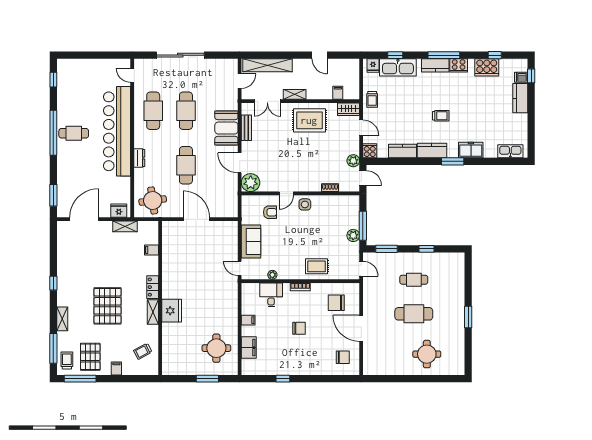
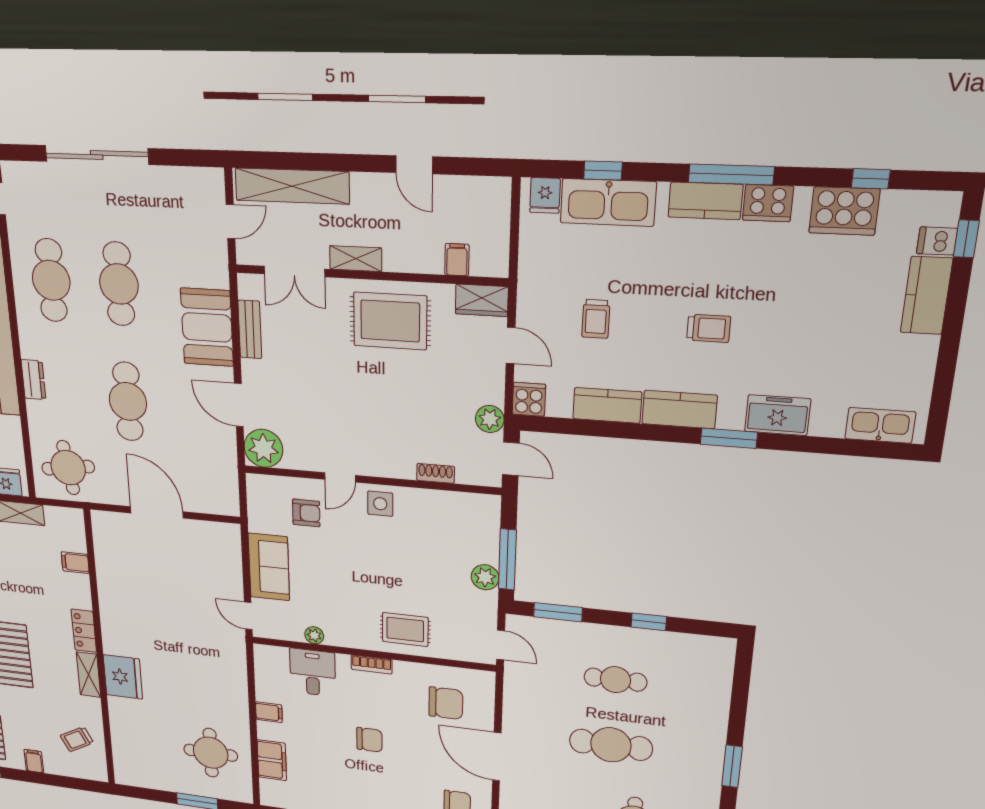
trolley: (372, 99) -> (596, 319), moved
chair: (336, 303) -> (446, 703), turned 180

